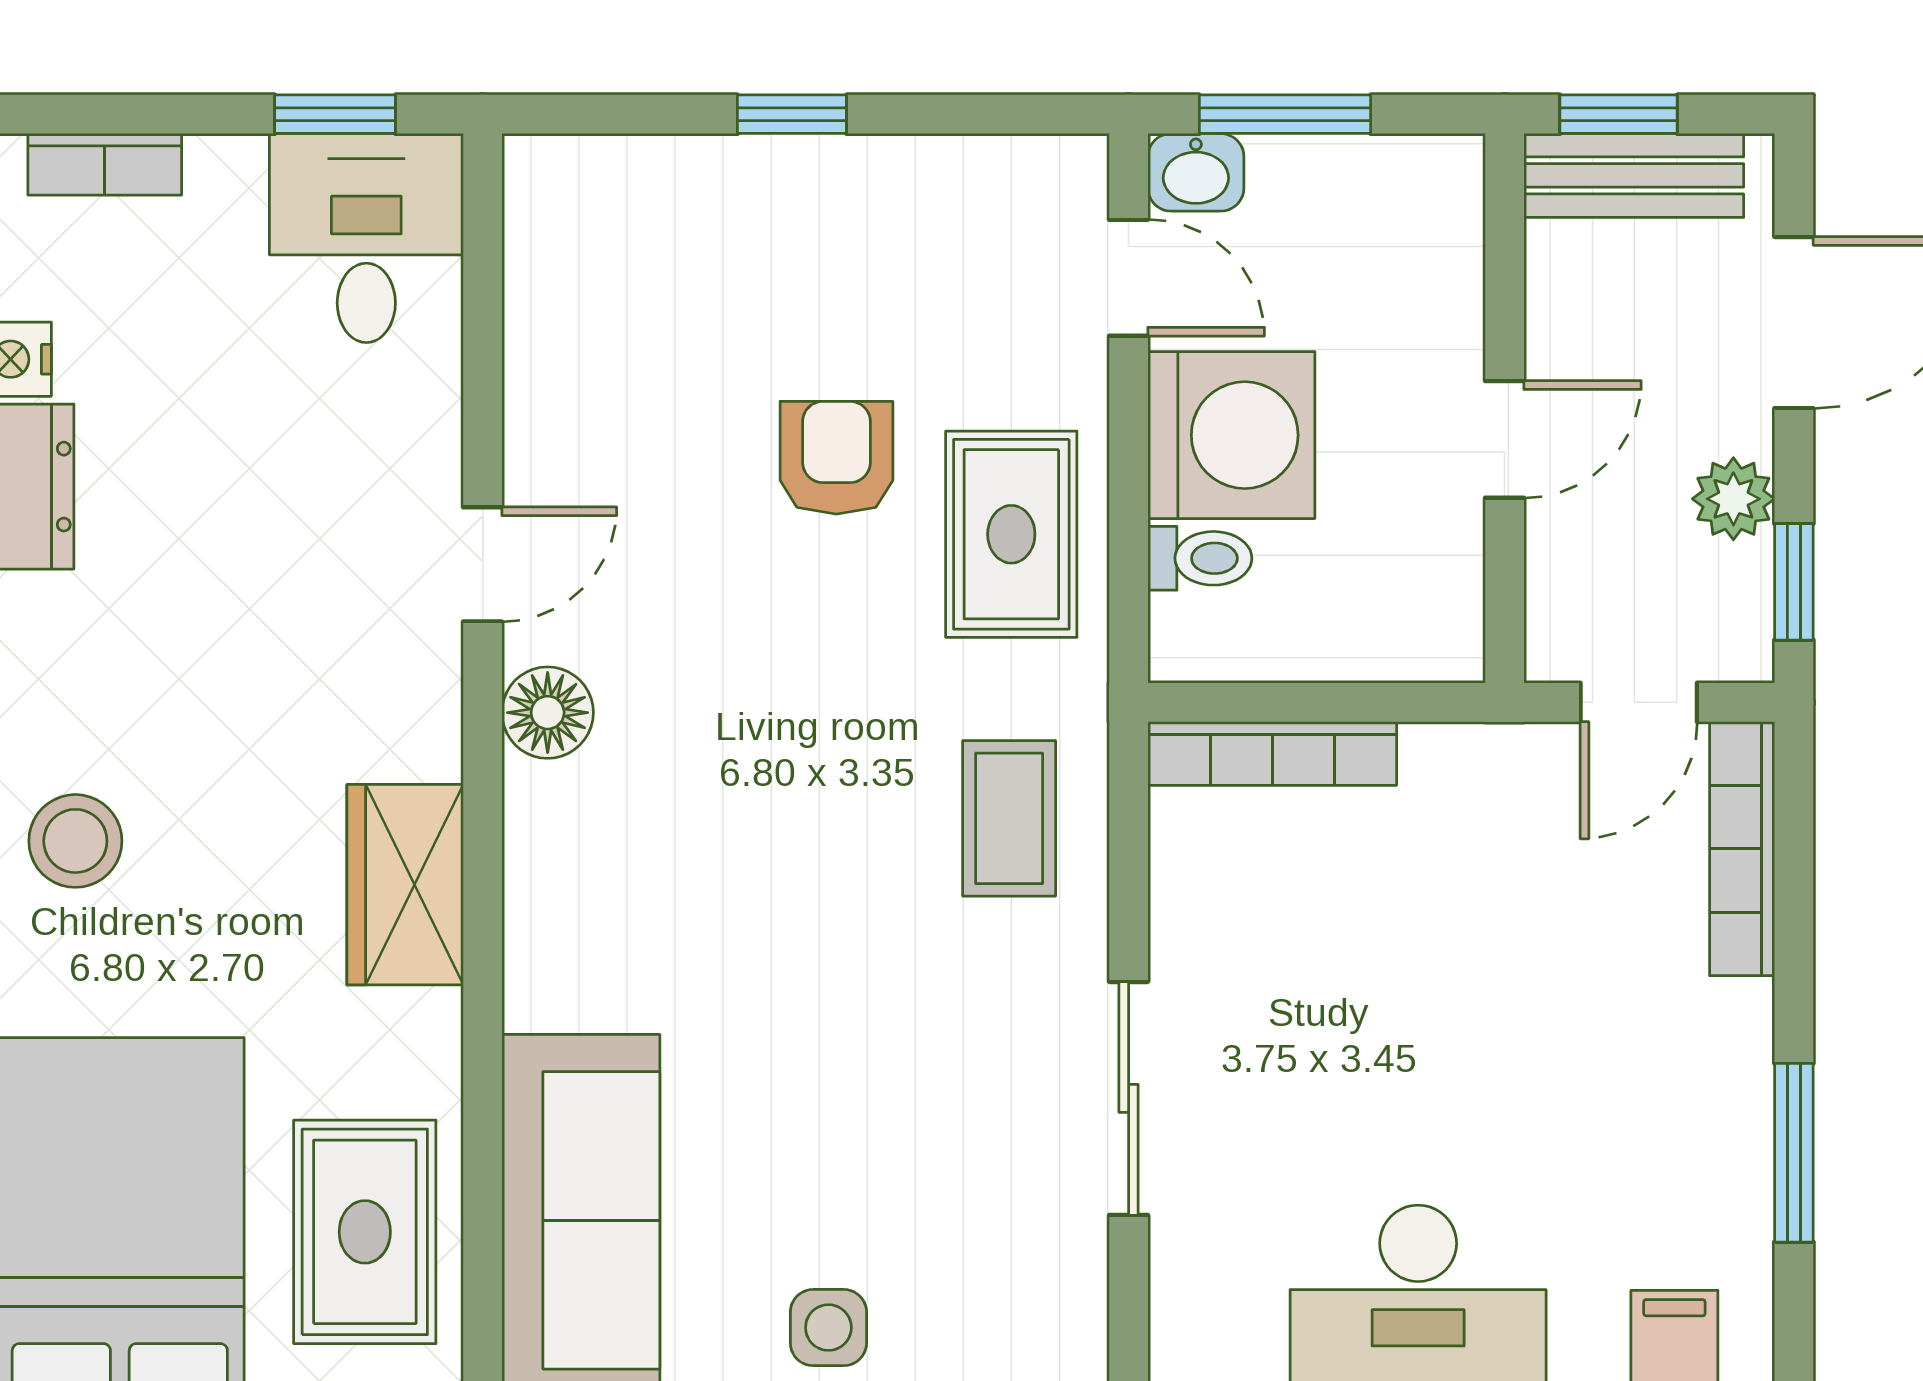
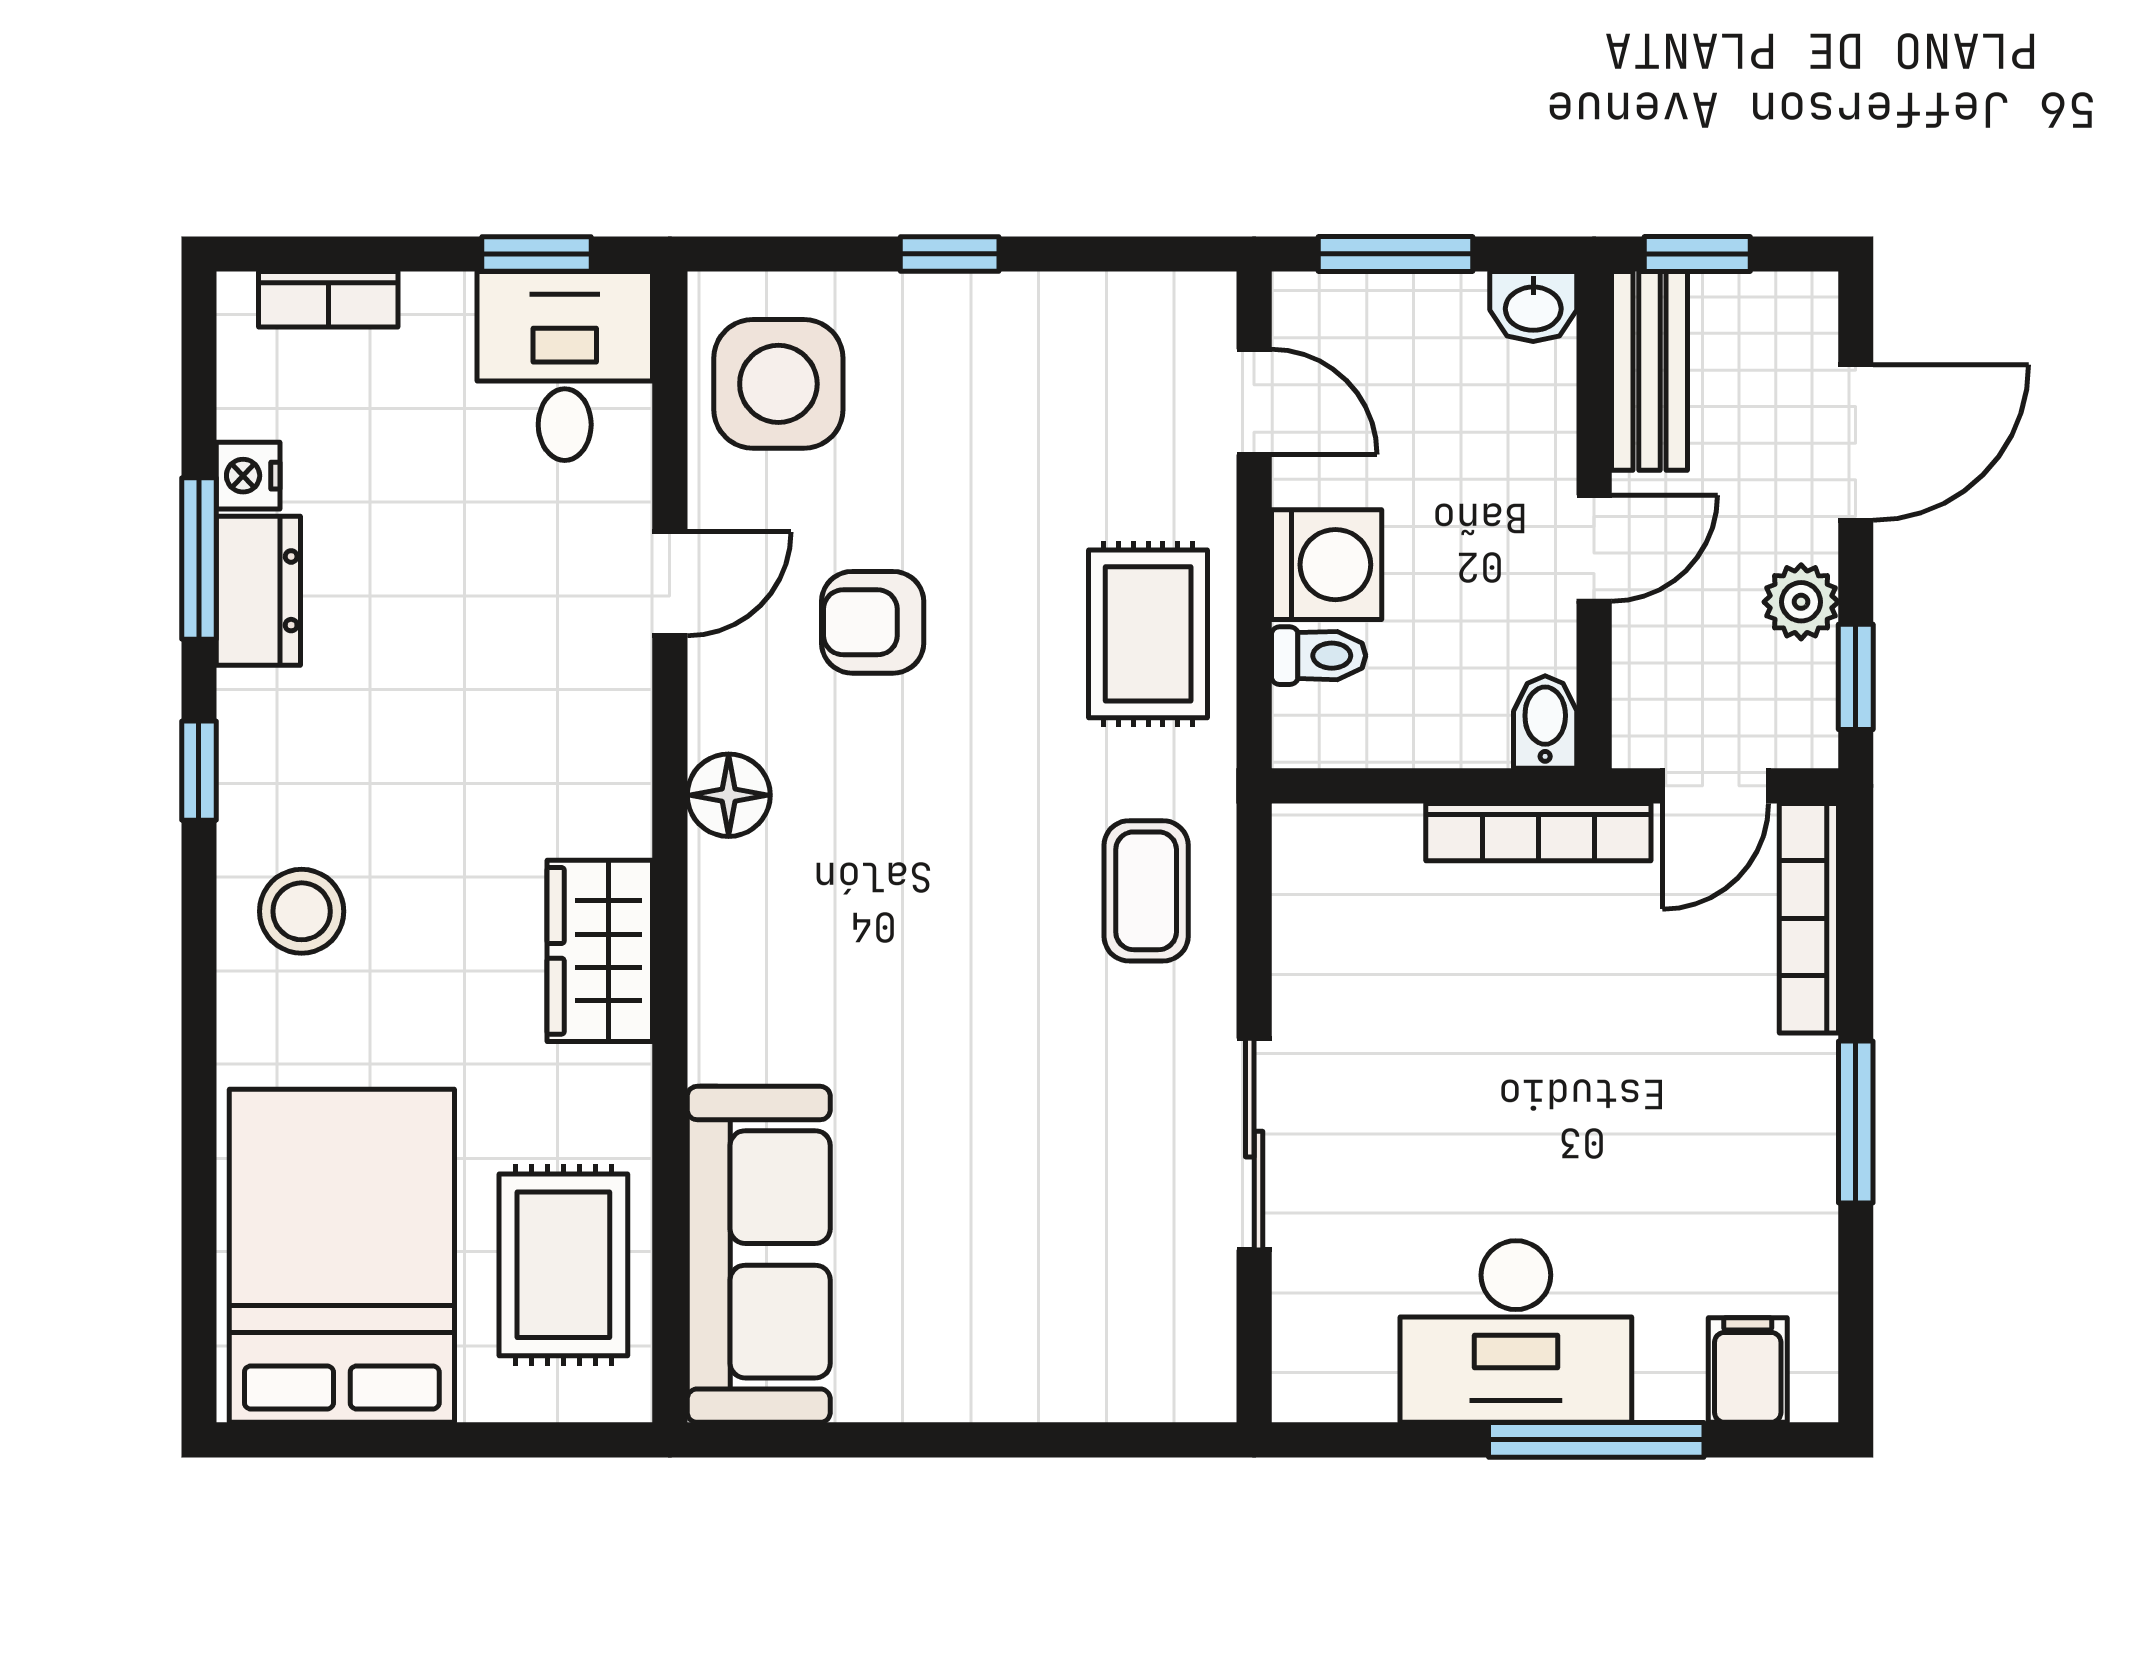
washbasin: (1196, 172) -> (1533, 307), moved
bench: (1634, 175) -> (1650, 371), moved, turned 90
washing machine: (1231, 435) -> (1327, 565), width x0.73, depth x0.73
armchair: (836, 458) -> (873, 622), moved, turned -90
door: (483, 564) -> (670, 584), moved
bidet: (1450, 632) -> (1545, 722), added
bookcase: (1272, 753) -> (1538, 832), moved
window: (1794, 1153) -> (1856, 1122), moved
side table: (828, 1328) -> (778, 384), moved, width x1.87, depth x1.87

